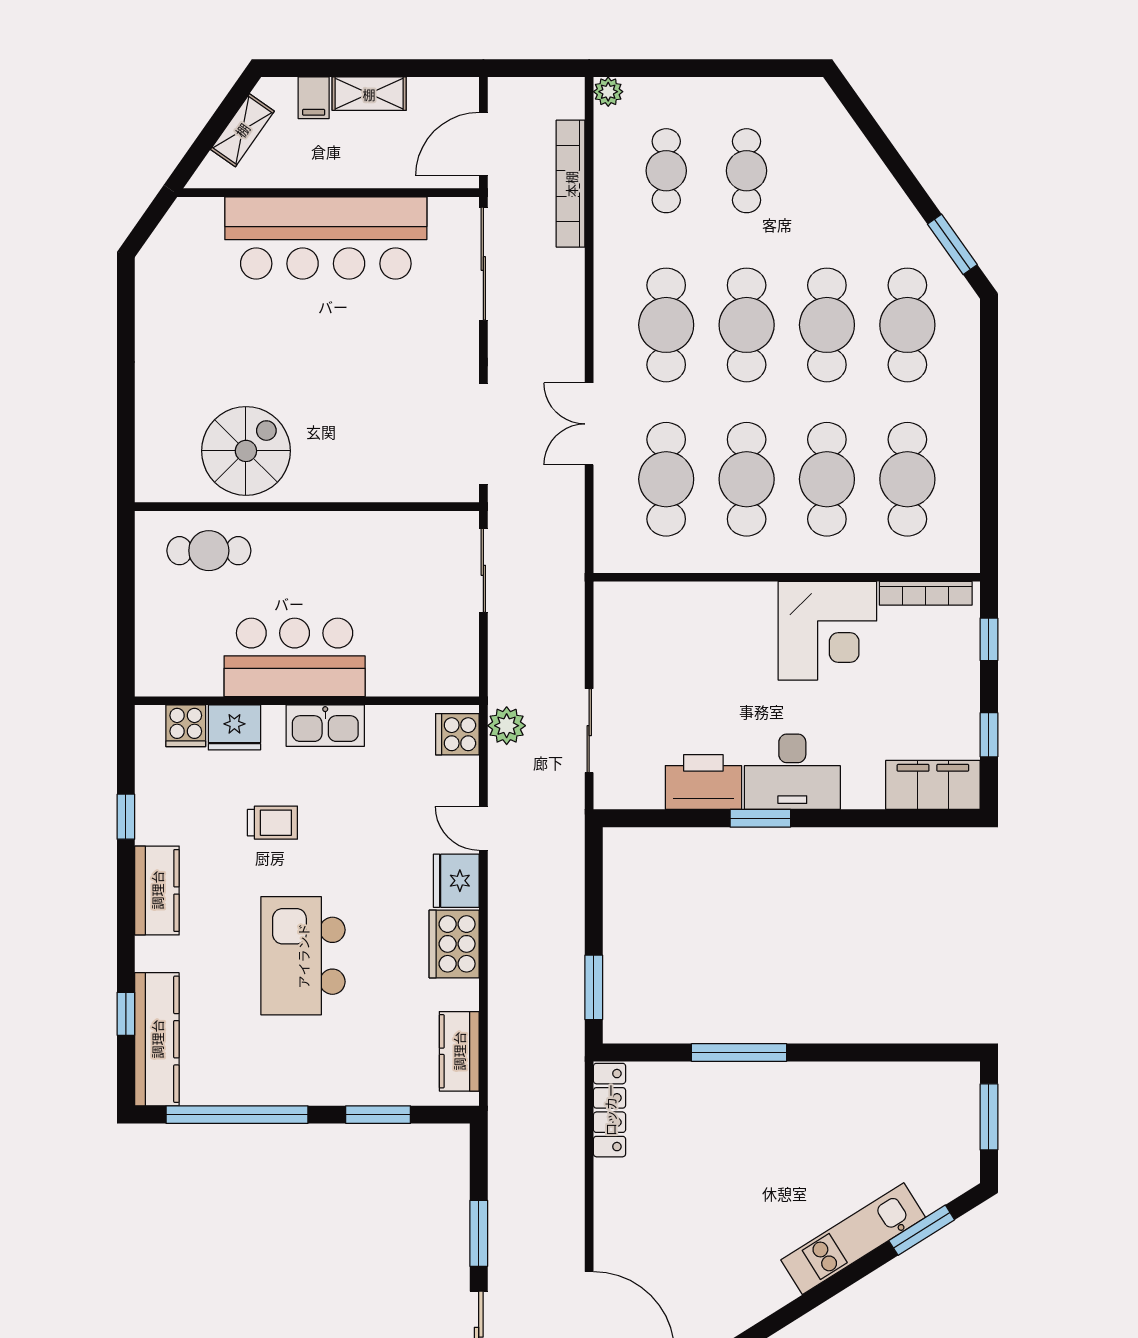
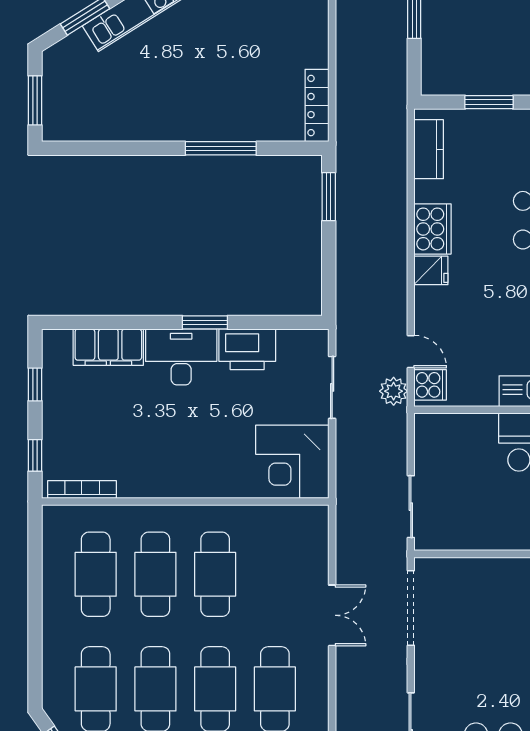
cafe table: (666, 479) -> (275, 574), removed
corner desk: (827, 631) -> (292, 462), moved, turned -90
filing cabinet: (933, 785) -> (108, 347), moved
door: (483, 828) -> (411, 352), moved
fridge: (456, 881) -> (431, 270), width x0.72

